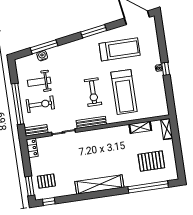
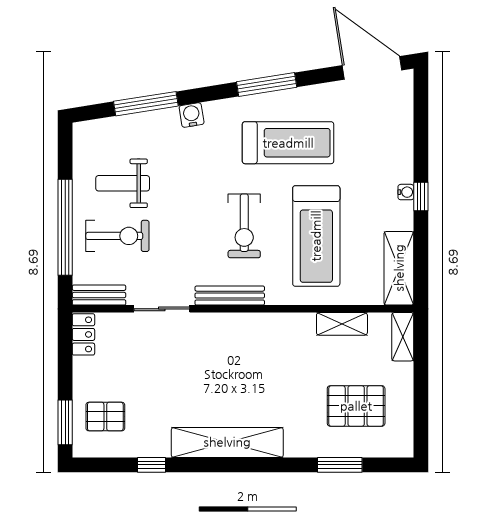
treadmill: (120, 49) -> (288, 143), moved
water cooler: (42, 56) -> (192, 115), moved
shelving: (161, 100) -> (399, 268), added
window: (148, 187) -> (340, 465), width x0.47
window: (49, 202) -> (151, 465), moved

